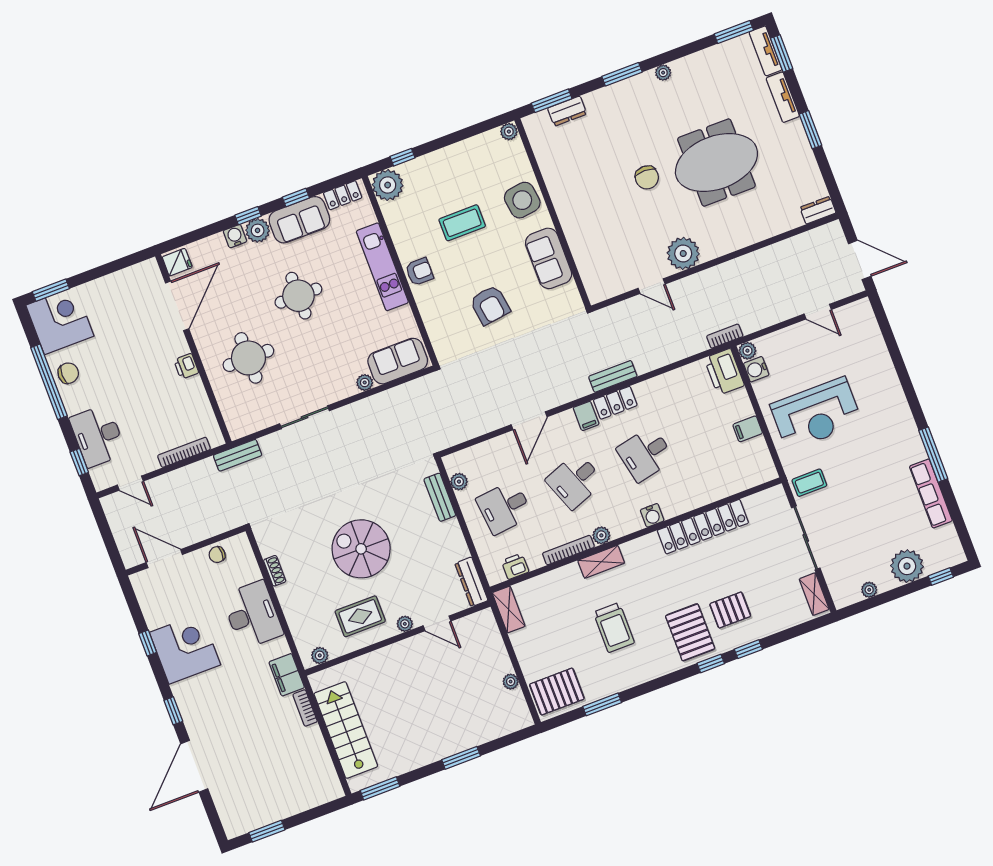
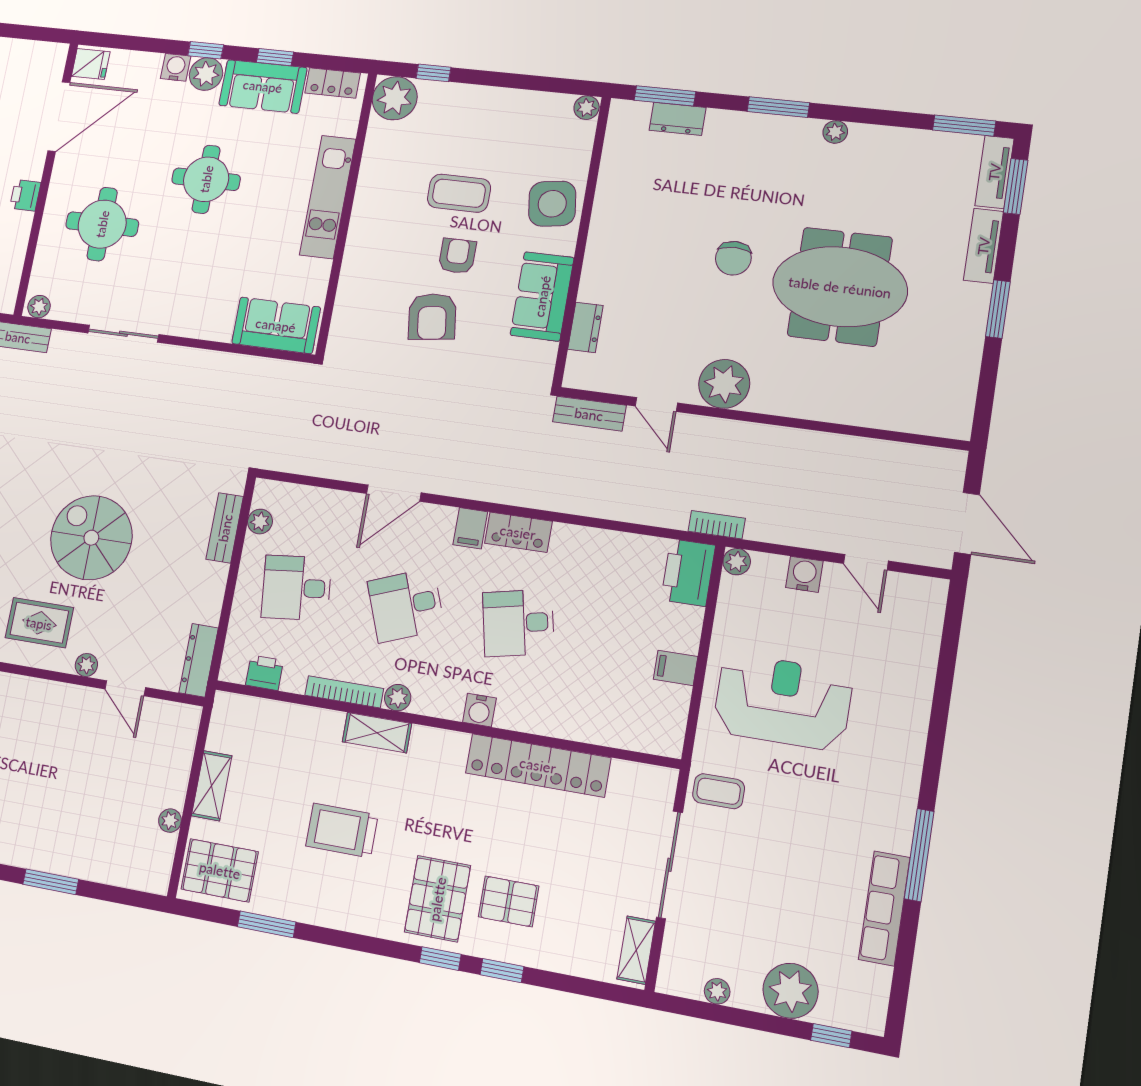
dresser: (818, 210) -> (585, 327), moved, turned 90
armchair: (419, 272) -> (457, 256), moved, turned -90
water cooler: (756, 369) -> (804, 574), moved, turned 90
bench: (613, 376) -> (589, 414), moved
plant: (365, 382) -> (39, 307), moved
reception desk: (816, 414) -> (783, 702), turned 180
shelving: (509, 609) -> (212, 786), moved
trolley: (614, 628) -> (342, 830), turned 90

